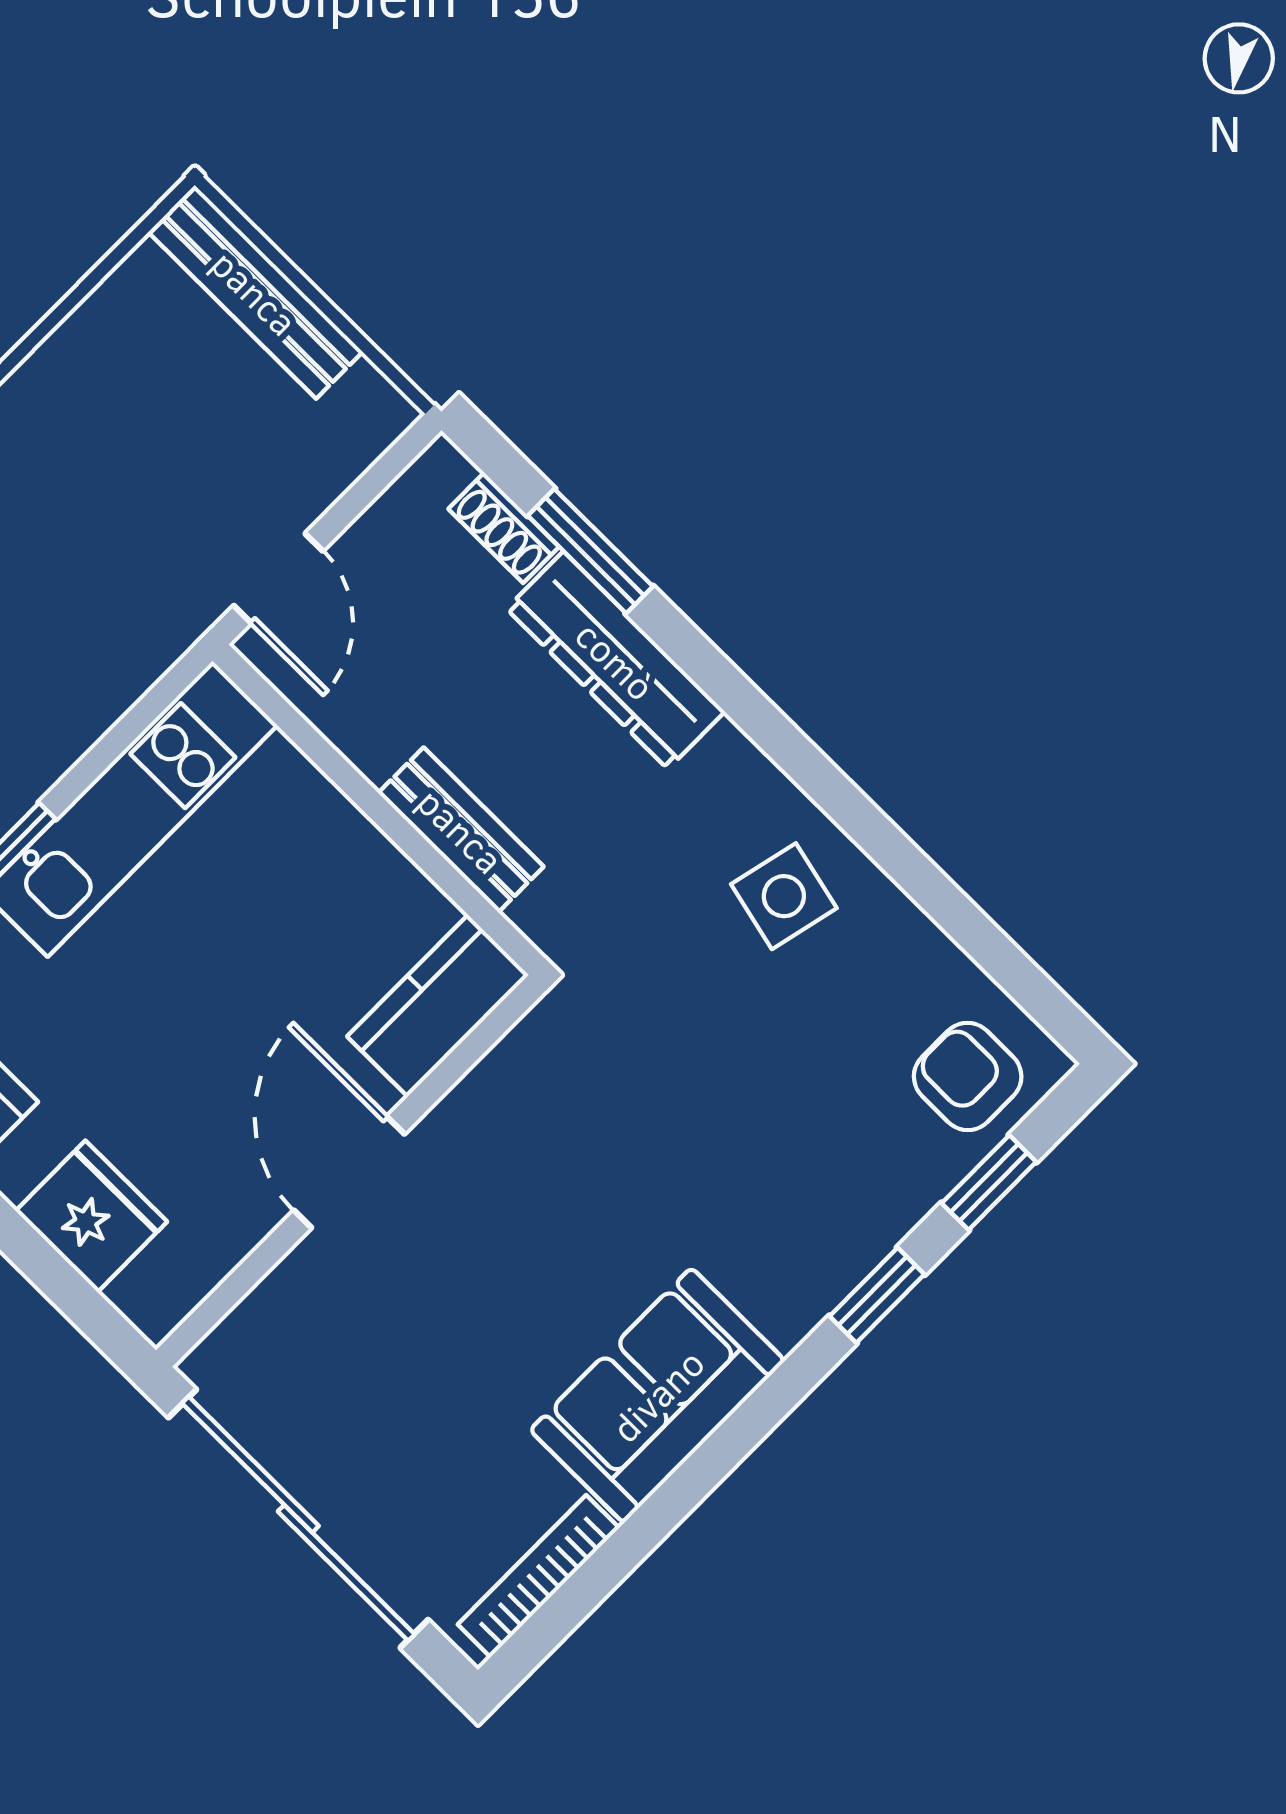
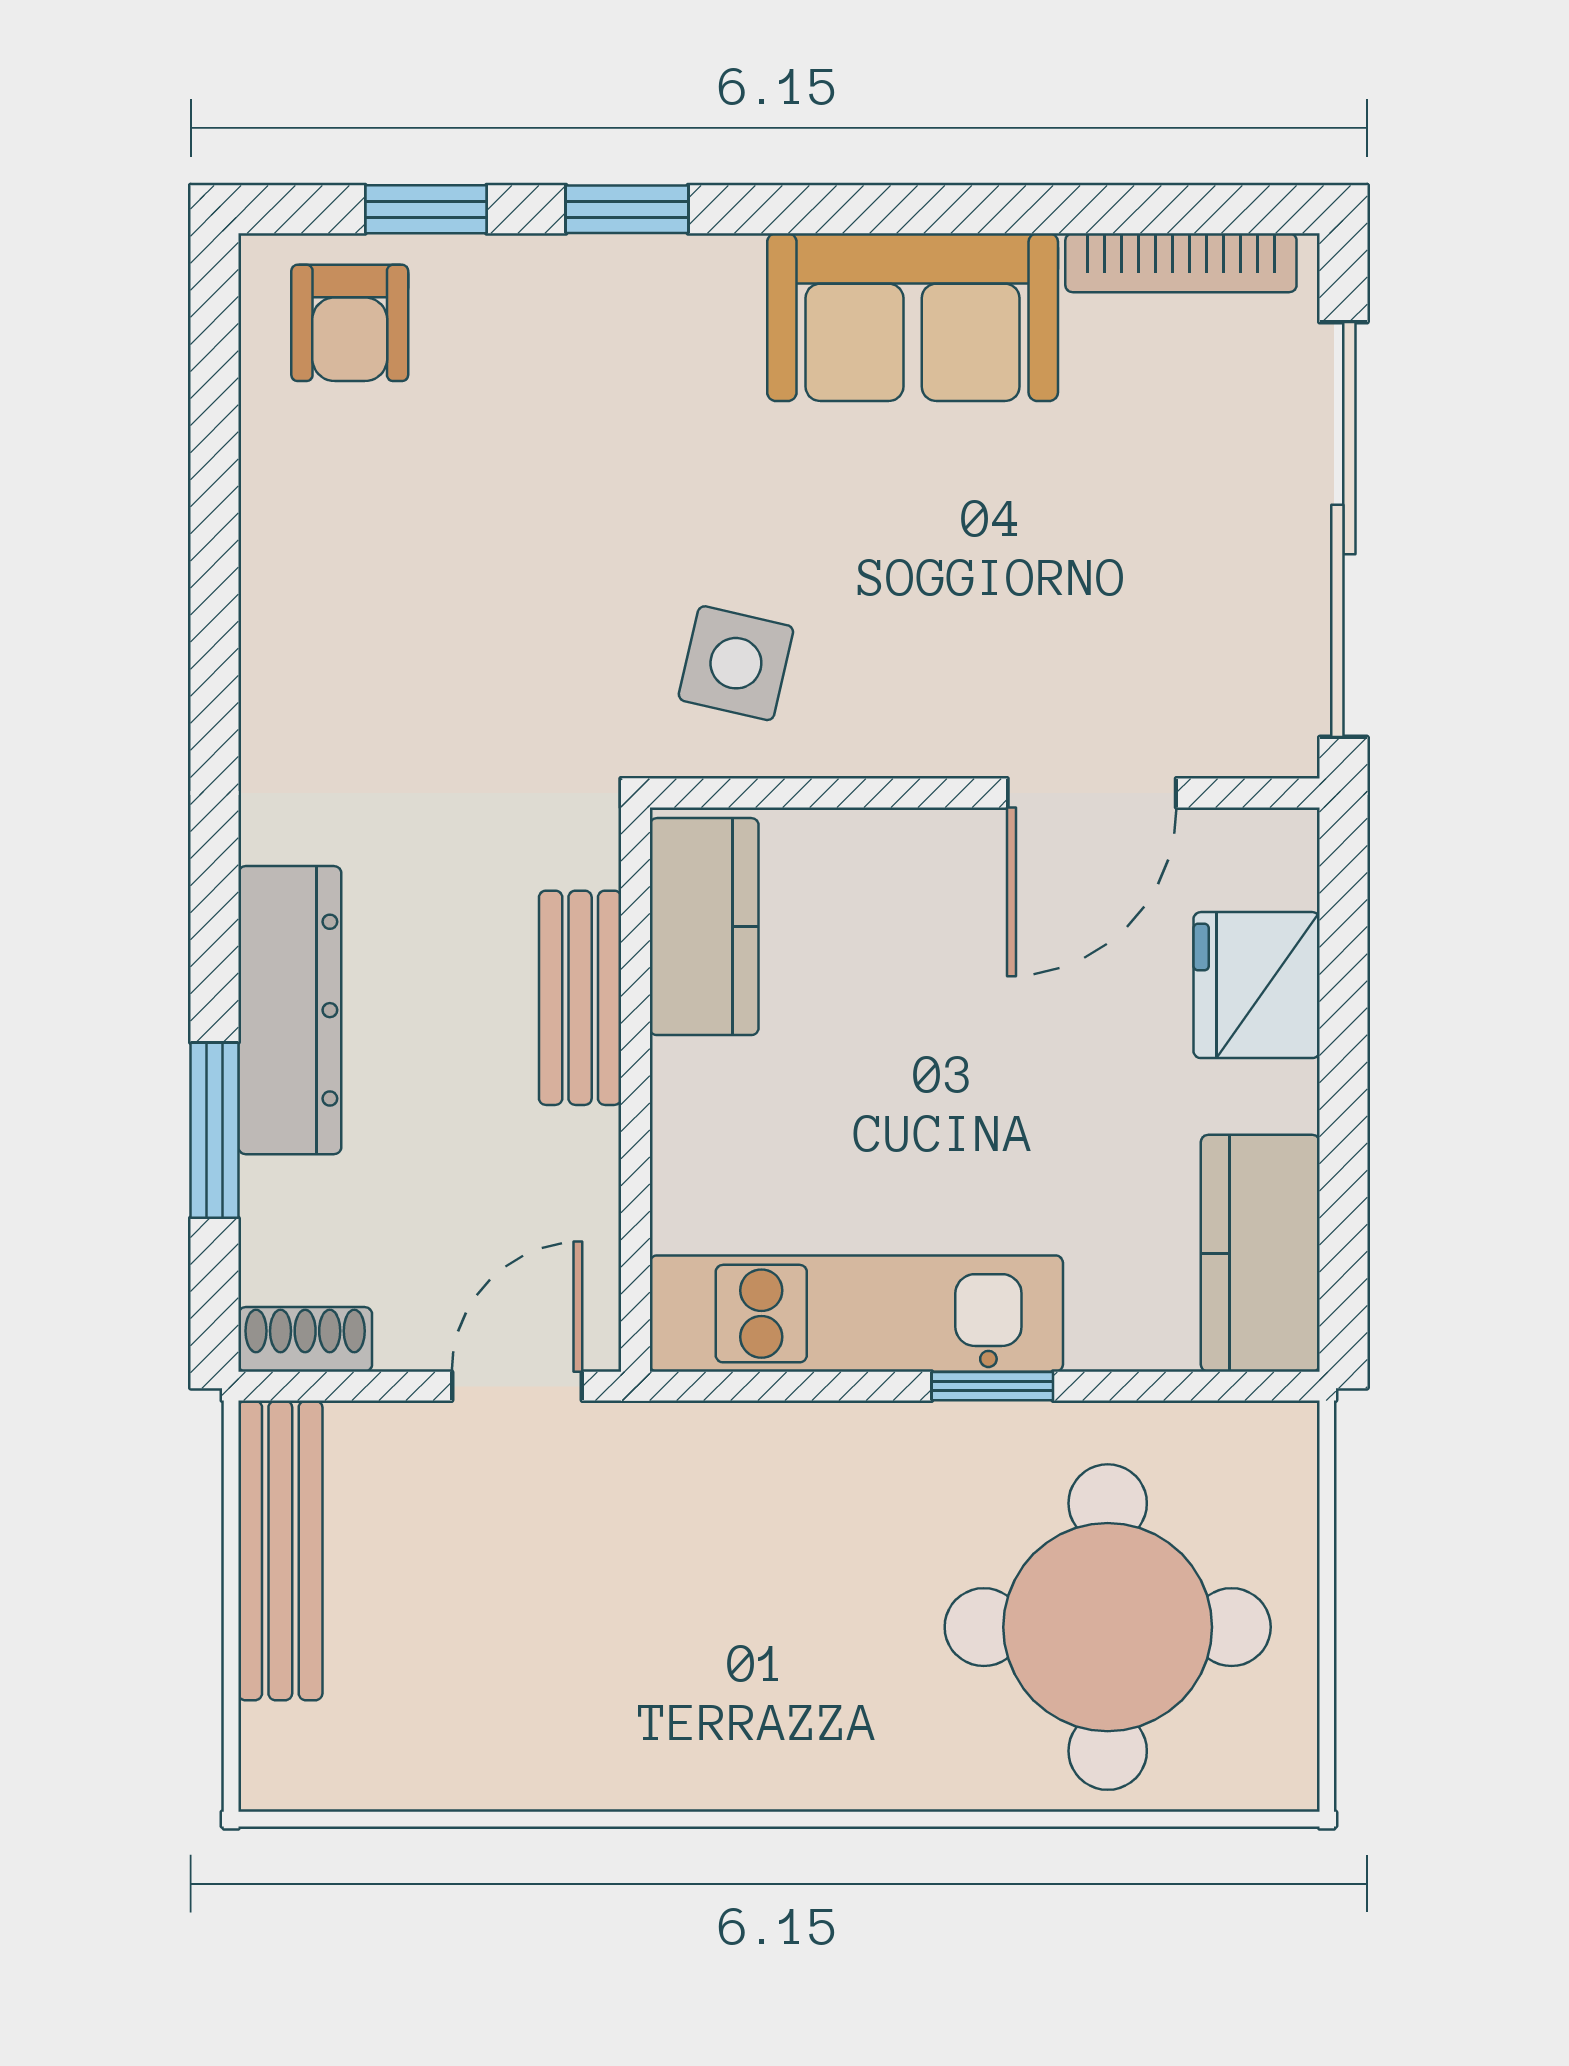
bench: (255, 292) -> (280, 1550), moved
shoe rack: (504, 528) -> (305, 1339), moved, turned -90
side table: (784, 896) -> (736, 663), moved
kitchen counter: (438, 1006) -> (704, 927), moved, turned -90
door: (349, 1172) -> (1092, 793), moved

